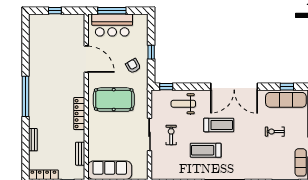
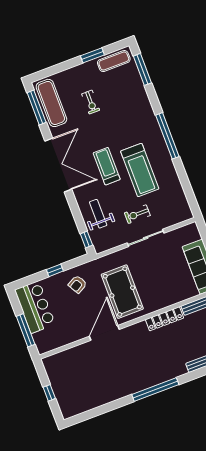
bar counter: (112, 25) -> (35, 307), moved
door: (86, 59) -> (104, 333), moved
window: (287, 87) -> (37, 108), width x2.17
weight bench: (183, 104) -> (98, 214), turned 180
locker: (79, 114) -> (164, 319), moved
treadmill: (206, 150) -> (140, 170), width x1.37, depth x1.38

